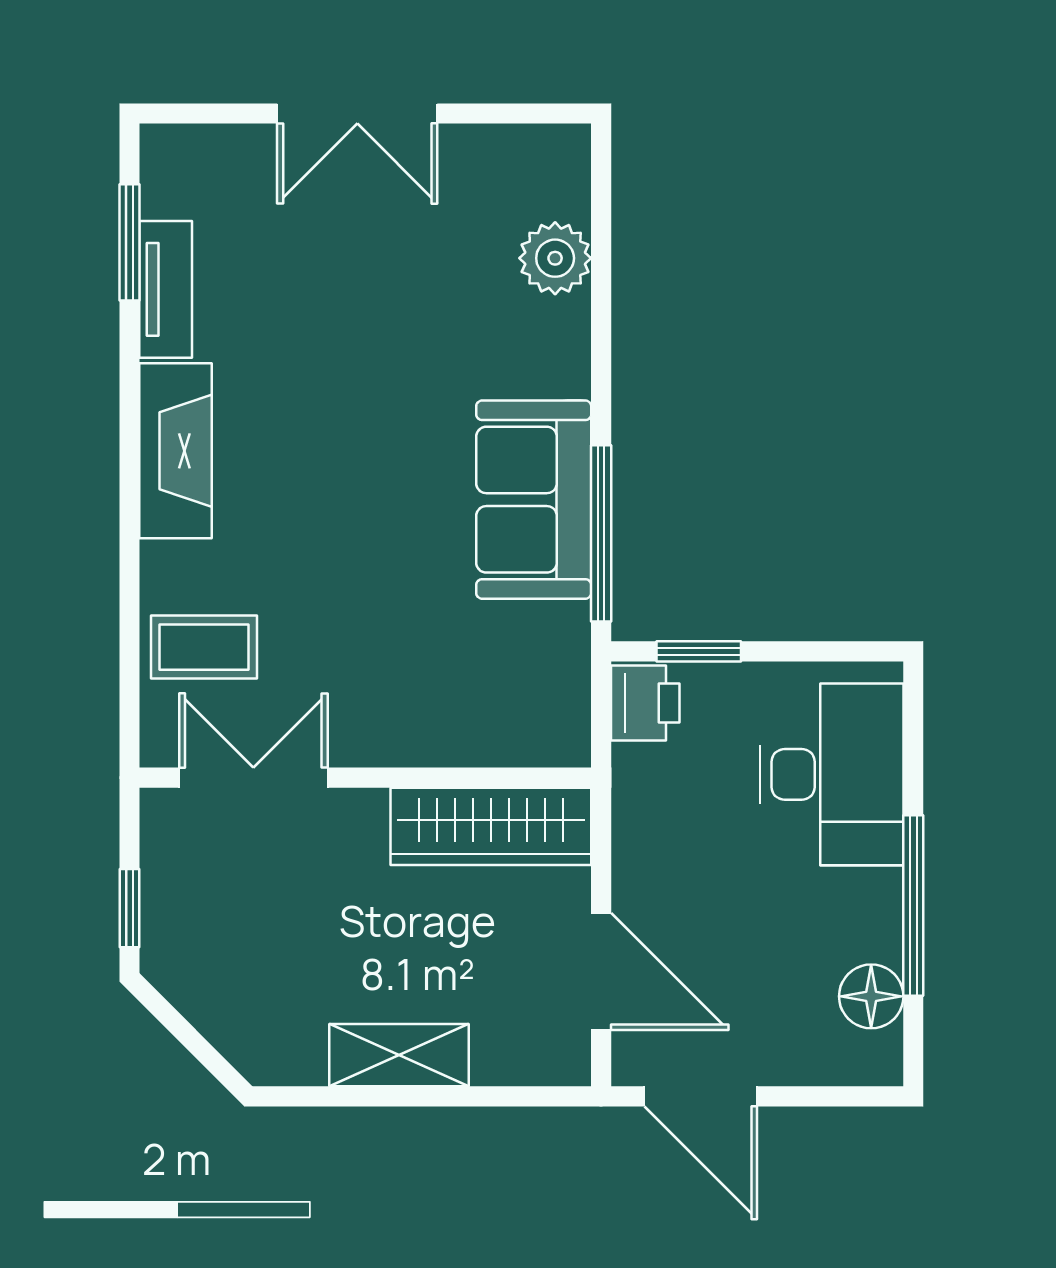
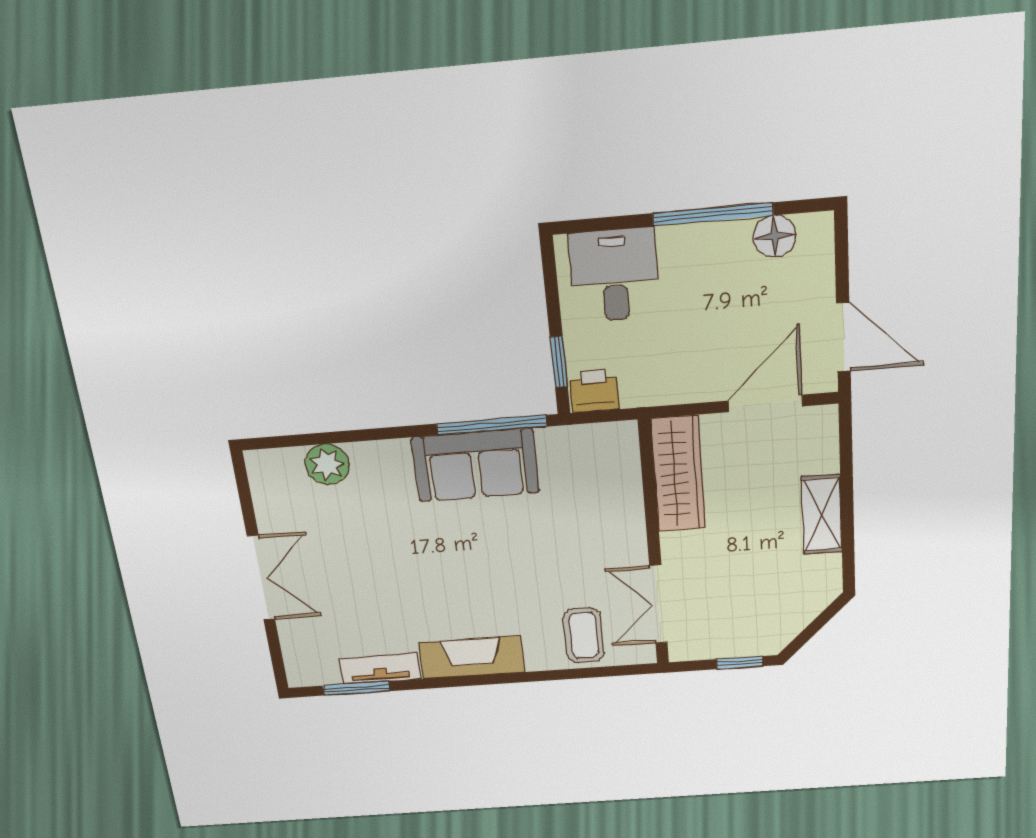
desk: (832, 774) -> (614, 275), width x0.73
door: (701, 1096) -> (843, 337), hinge flipped

